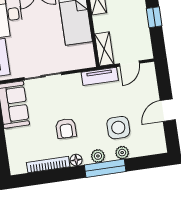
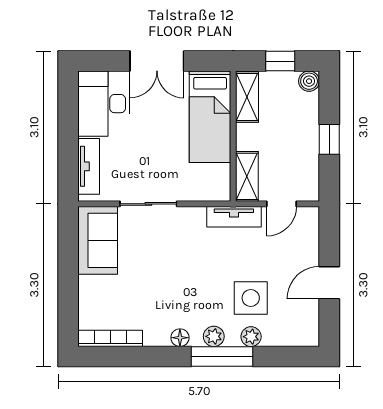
armchair: (66, 128) -> (172, 288), removed
bookcase: (48, 165) -> (110, 338), moved

